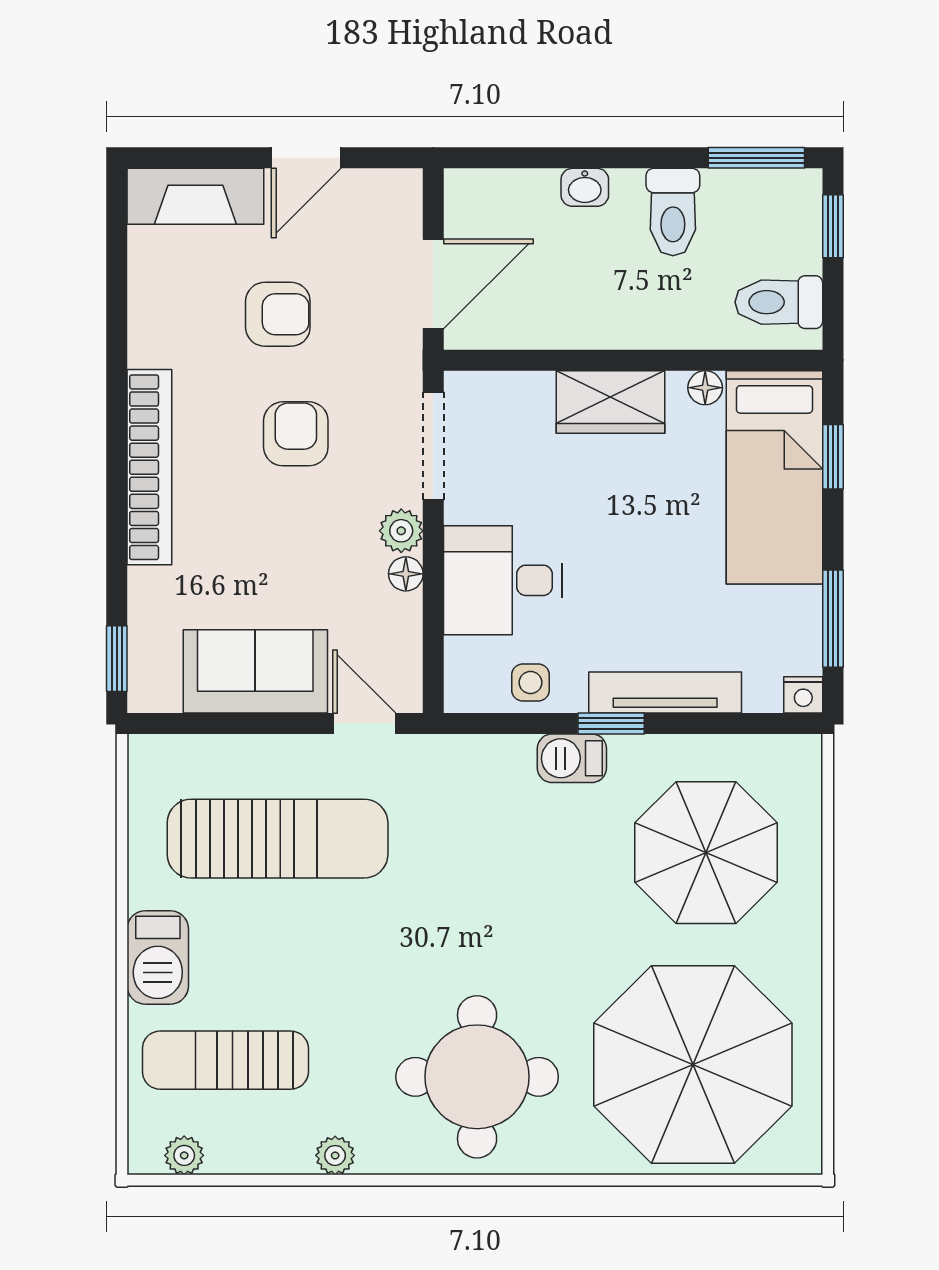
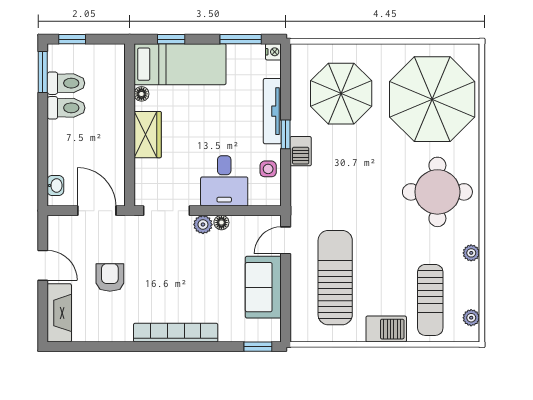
washbasin: (585, 187) -> (55, 185), moved
toilet: (779, 302) -> (66, 83), moved, turned -90
armchair: (296, 434) -> (161, 270), removed

